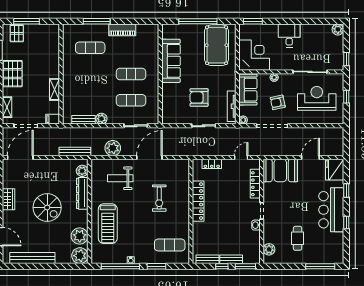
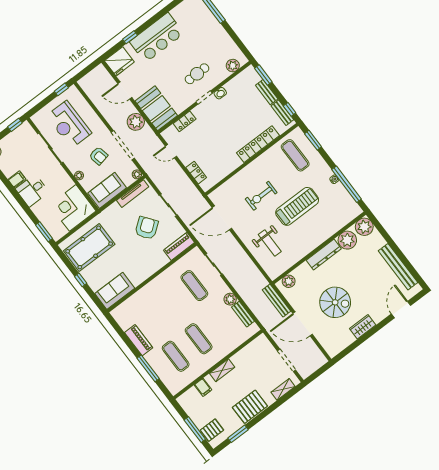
window: (198, 21) -> (81, 280), width x0.32
filing cabinet: (306, 30) -> (17, 179), added
sofa: (171, 61) -> (115, 291), moved, width x0.73
exercise mat: (131, 74) -> (199, 339), moved
shelving: (54, 89) -> (222, 370), moved
armchair: (199, 97) -> (147, 228), turned -127
window: (346, 97) -> (61, 89), moved
piano: (168, 111) -> (179, 246), added
filing cabinet: (53, 119) -> (203, 387), moved
plant: (113, 148) -> (136, 122), moved
door: (20, 157) -> (303, 324), moved
door: (149, 157) -> (222, 218), moved
locker: (255, 184) -> (185, 121), width x0.66
dresser: (82, 193) -> (324, 254), moved
exercise bike: (159, 198) -> (261, 196), turned 180
locker: (198, 201) -> (258, 144), moved
spiral stairs: (47, 207) -> (335, 302), moved, turned 90
window: (346, 223) -> (158, 16), removed
treadmill: (108, 224) -> (297, 206), moved
cafe table: (298, 238) -> (197, 74), moved
window: (156, 266) -> (313, 140), moved
window: (222, 266) -> (290, 109), moved

